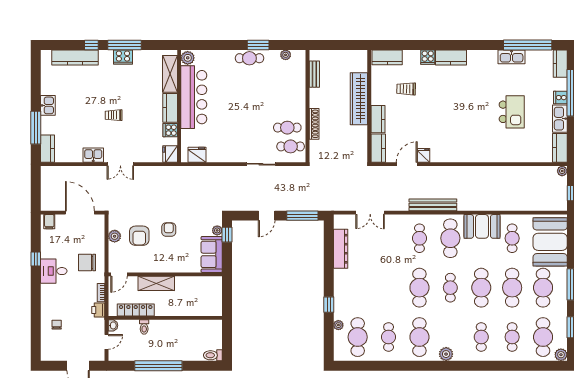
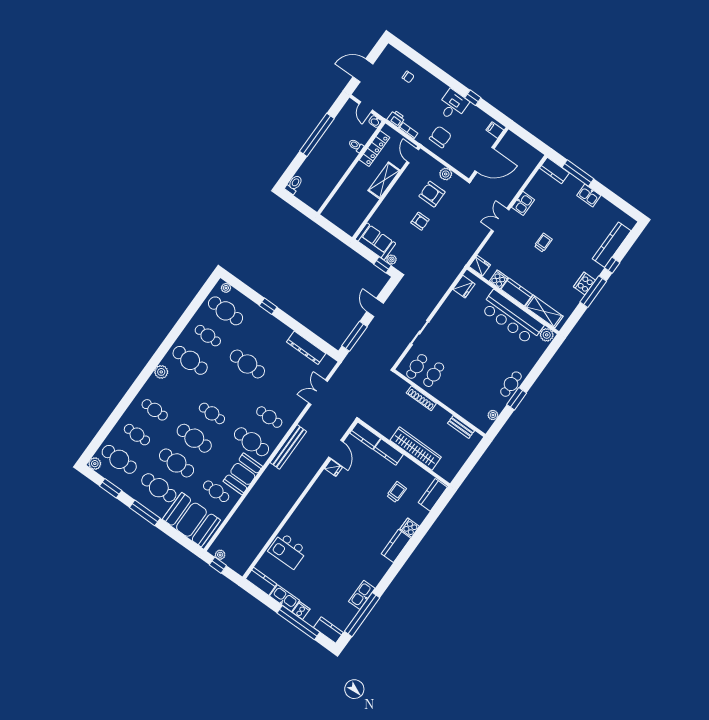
kitchen island: (512, 112) -> (288, 551), moved
plant: (562, 171) -> (220, 555), moved
cafe table: (419, 288) -> (247, 364), moved
plant: (338, 325) -> (226, 288), moved

